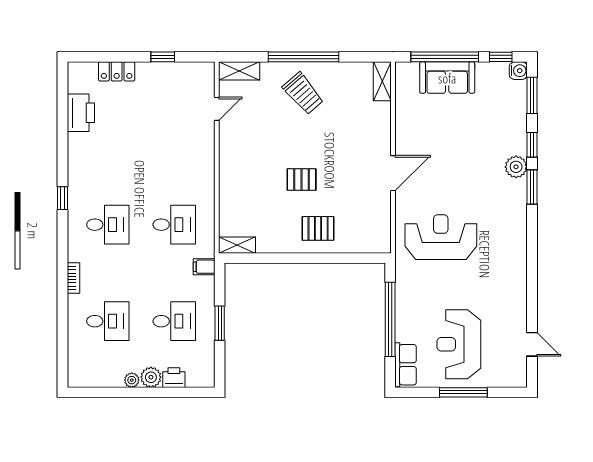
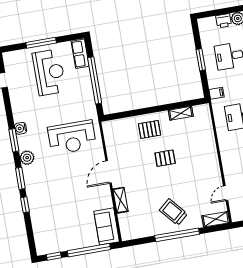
water cooler: (518, 71) -> (21, 128), moved
sofa: (447, 78) -> (107, 226), moved, turned -90
shelving: (382, 81) -> (120, 200), moved
window: (532, 95) -> (14, 140), moved
plant: (516, 167) -> (27, 158), moved
shelving: (237, 245) -> (181, 113), moved

